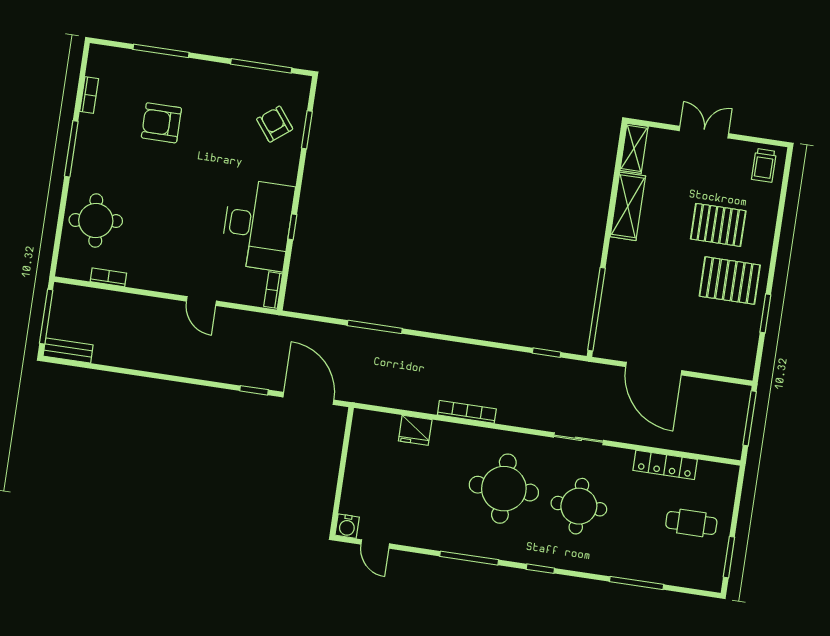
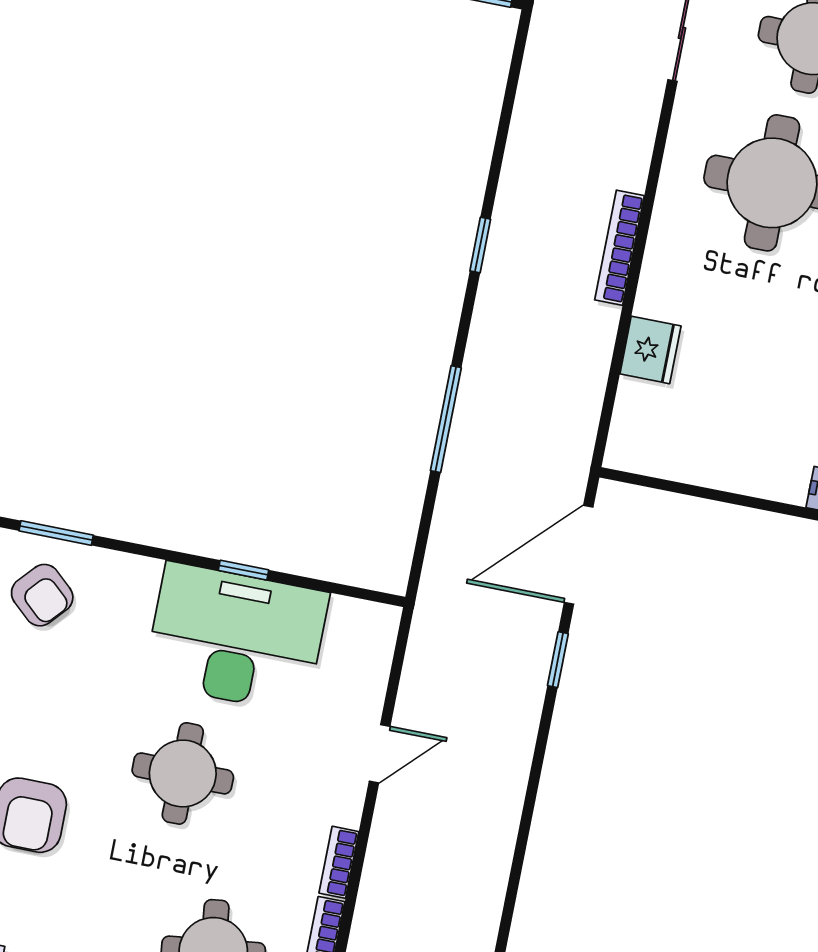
armchair: (275, 124) -> (42, 595), turned -100
round table: (187, 201) -> (183, 773), added
bookcase: (273, 290) -> (339, 862), moved, turned 90
window: (547, 353) -> (480, 245), moved

